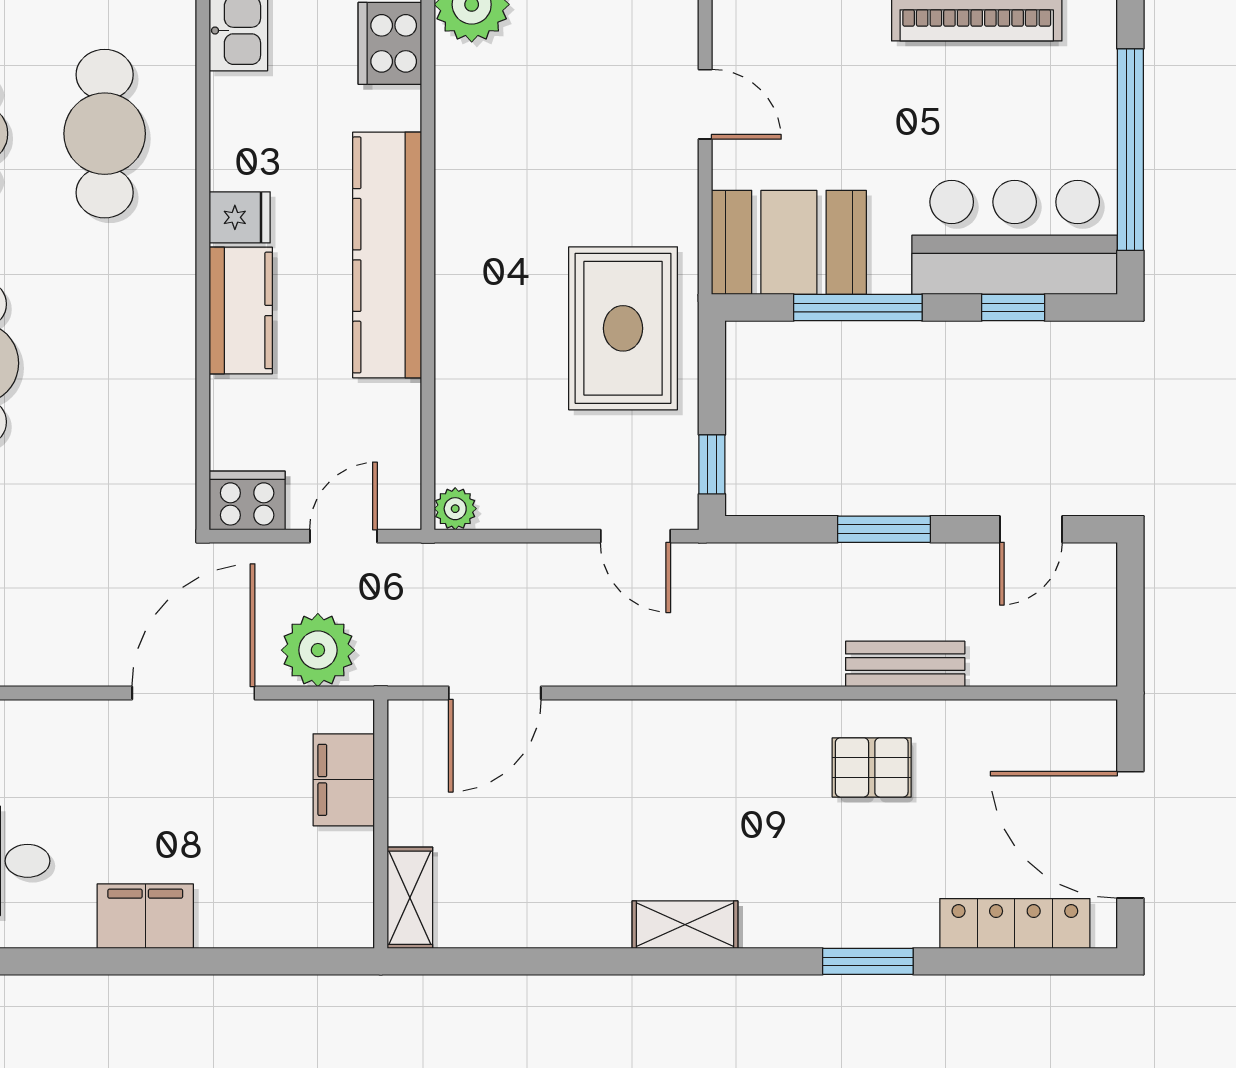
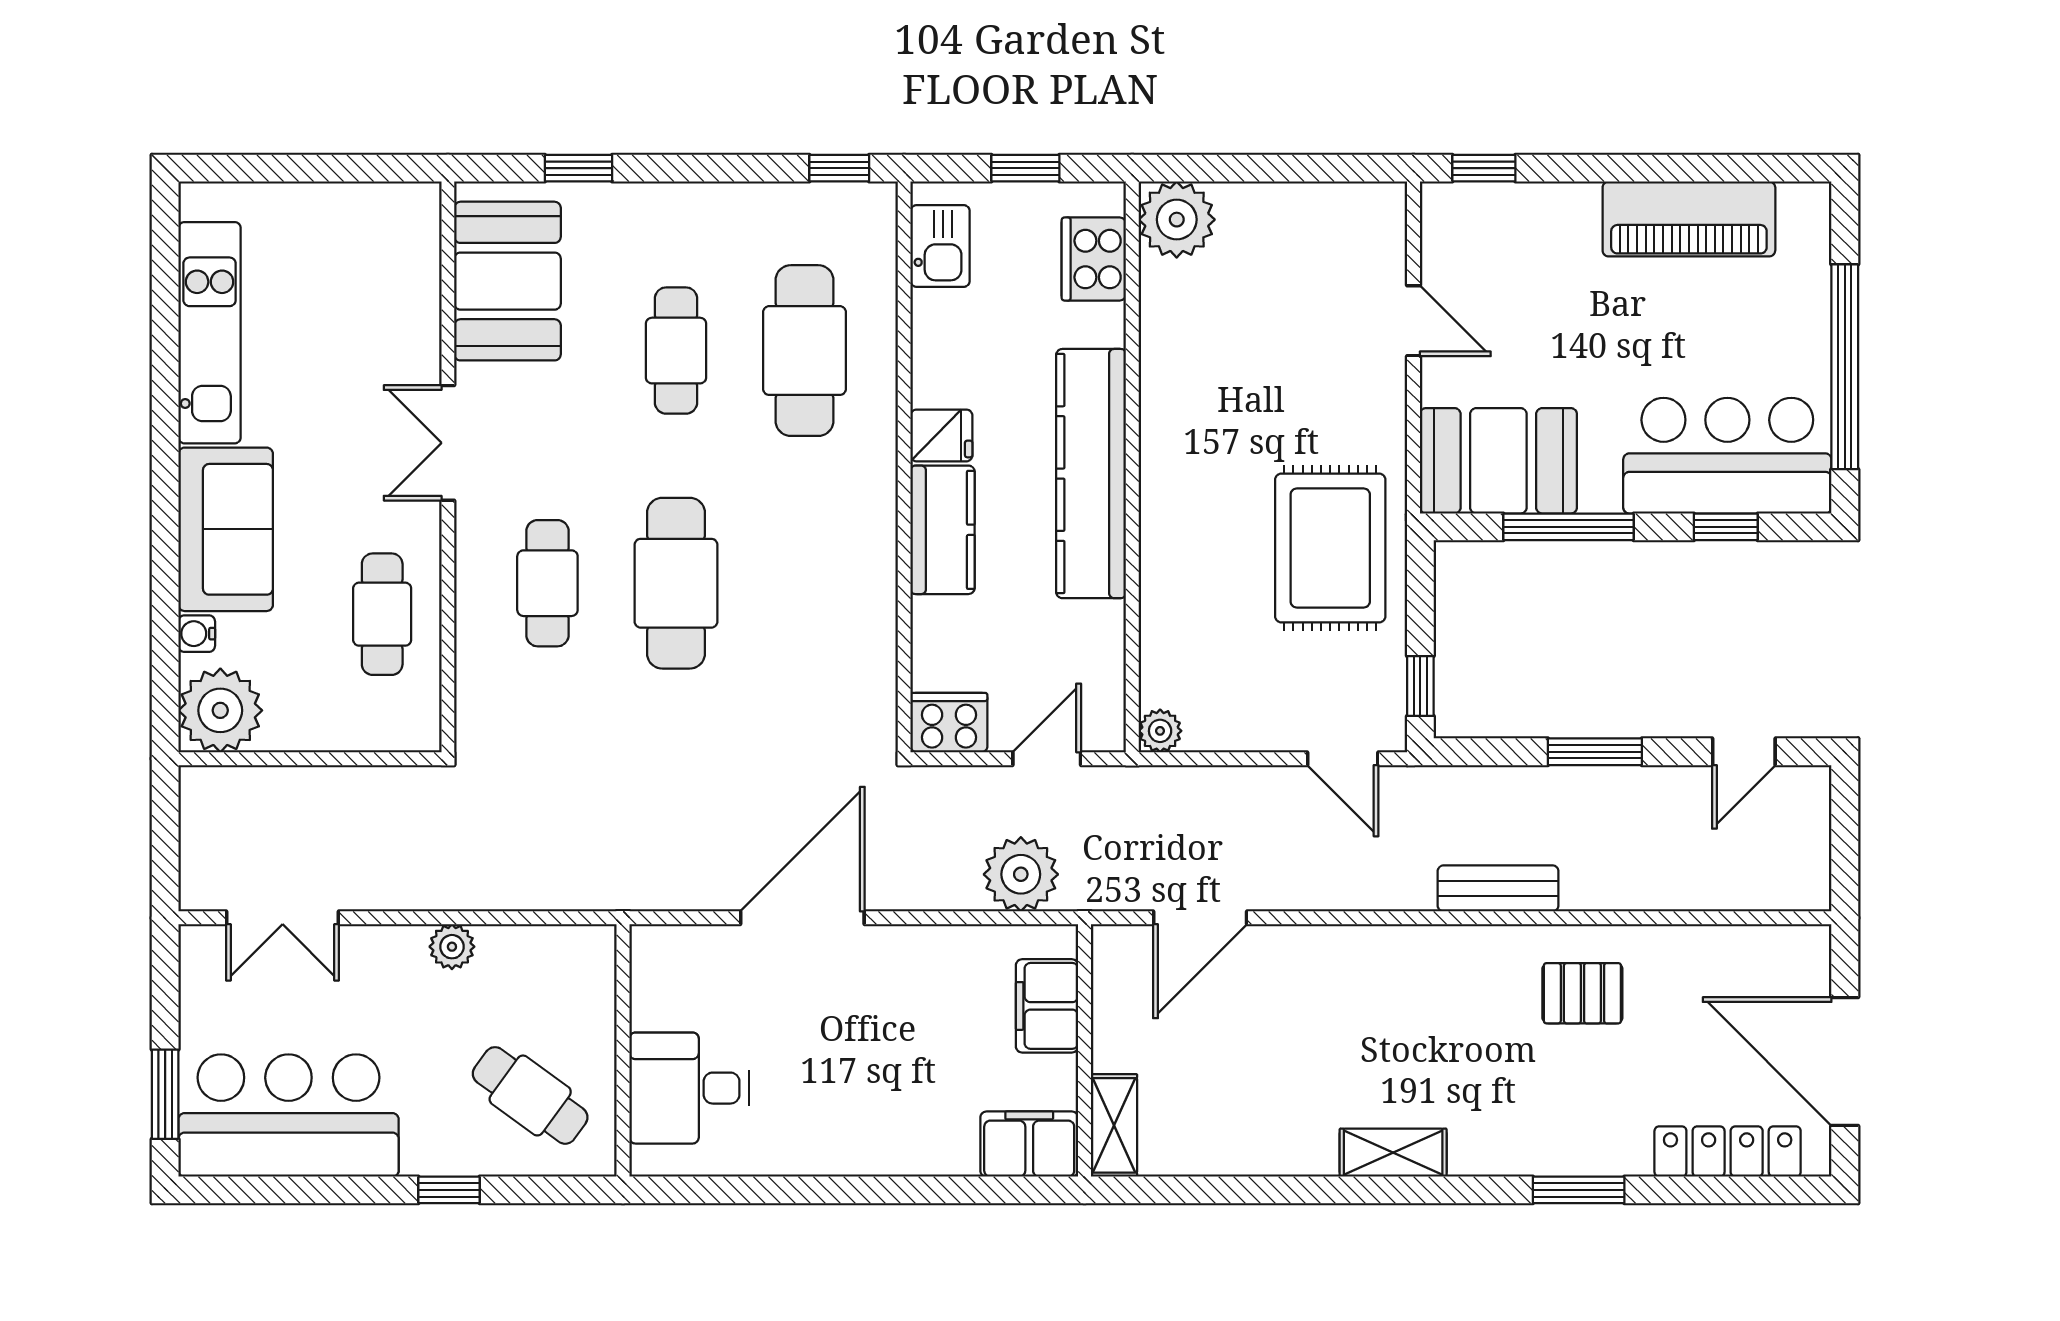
bench: (905, 664) -> (1498, 888), moved
door: (193, 693) -> (802, 918), moved
filing cabinet: (145, 916) -> (1029, 1144), moved

